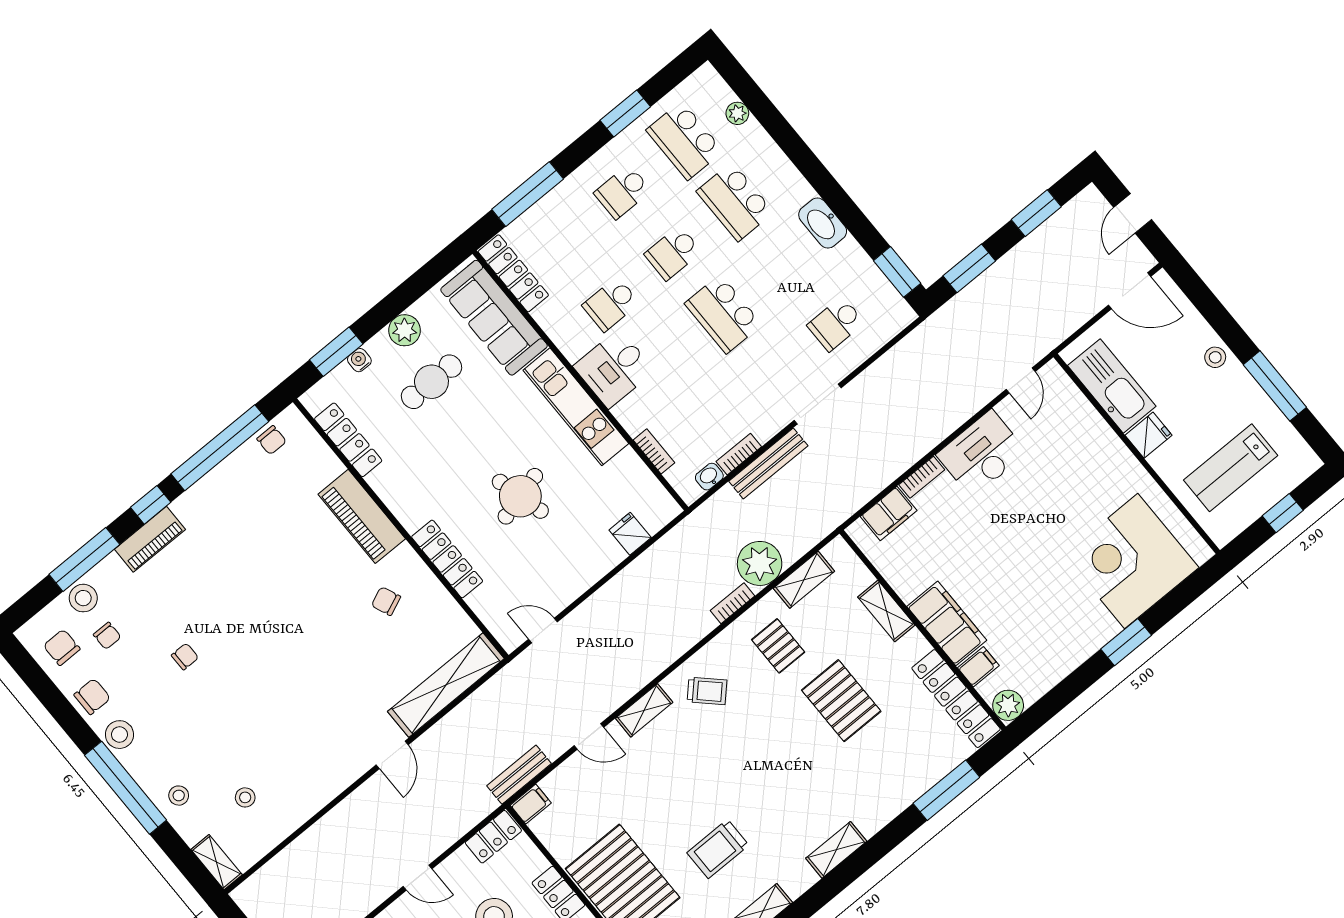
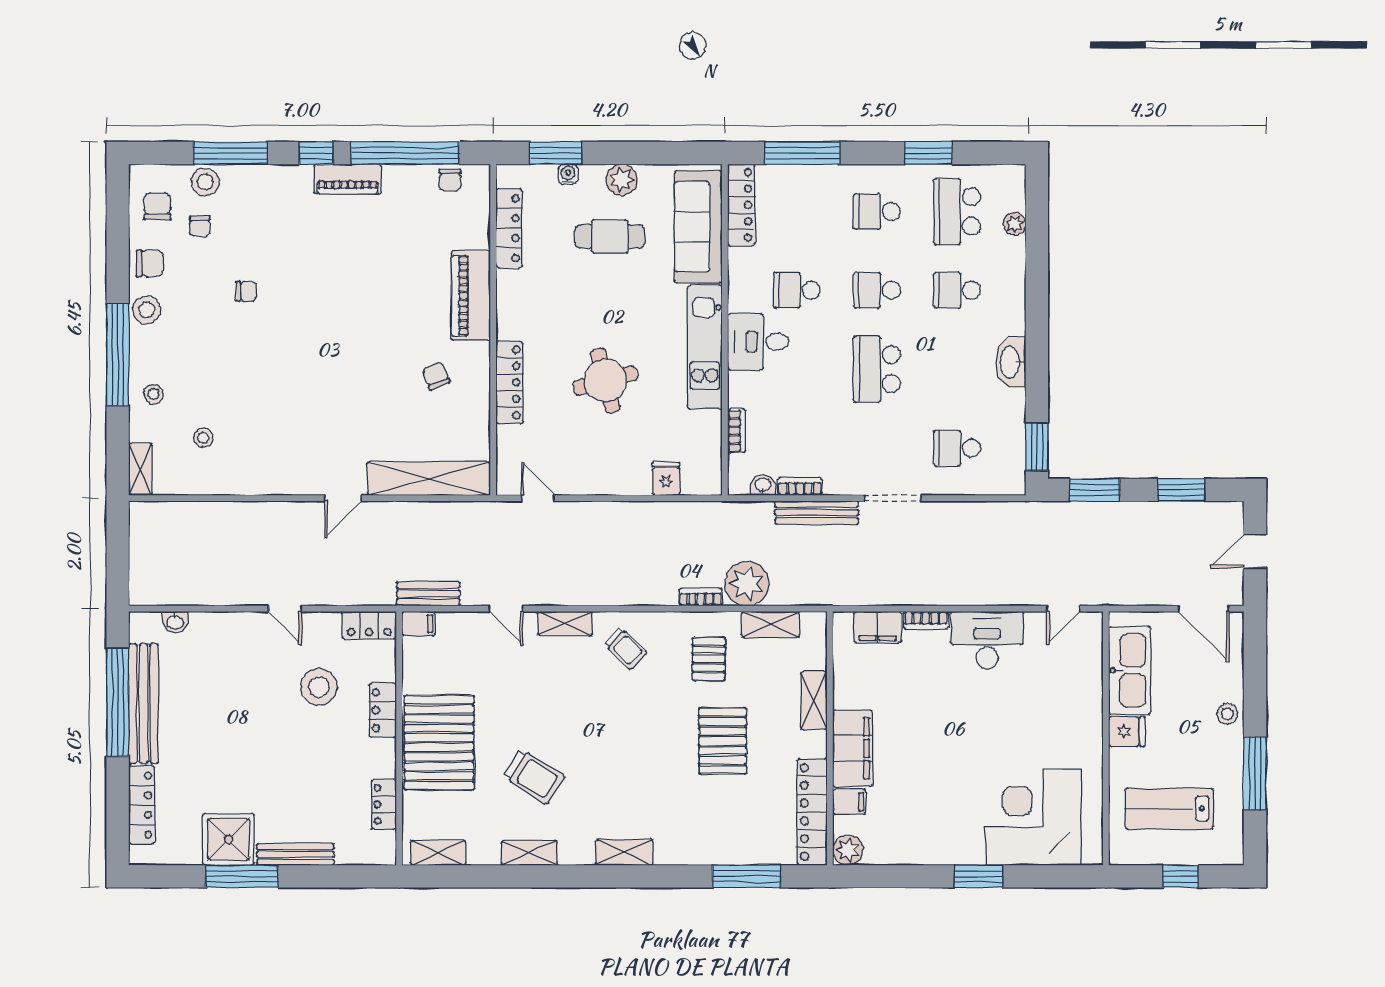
school desk: (735, 202) -> (957, 290), width x0.54
piano: (150, 539) -> (348, 179), moved
trolley: (718, 849) -> (534, 777), turned -148

